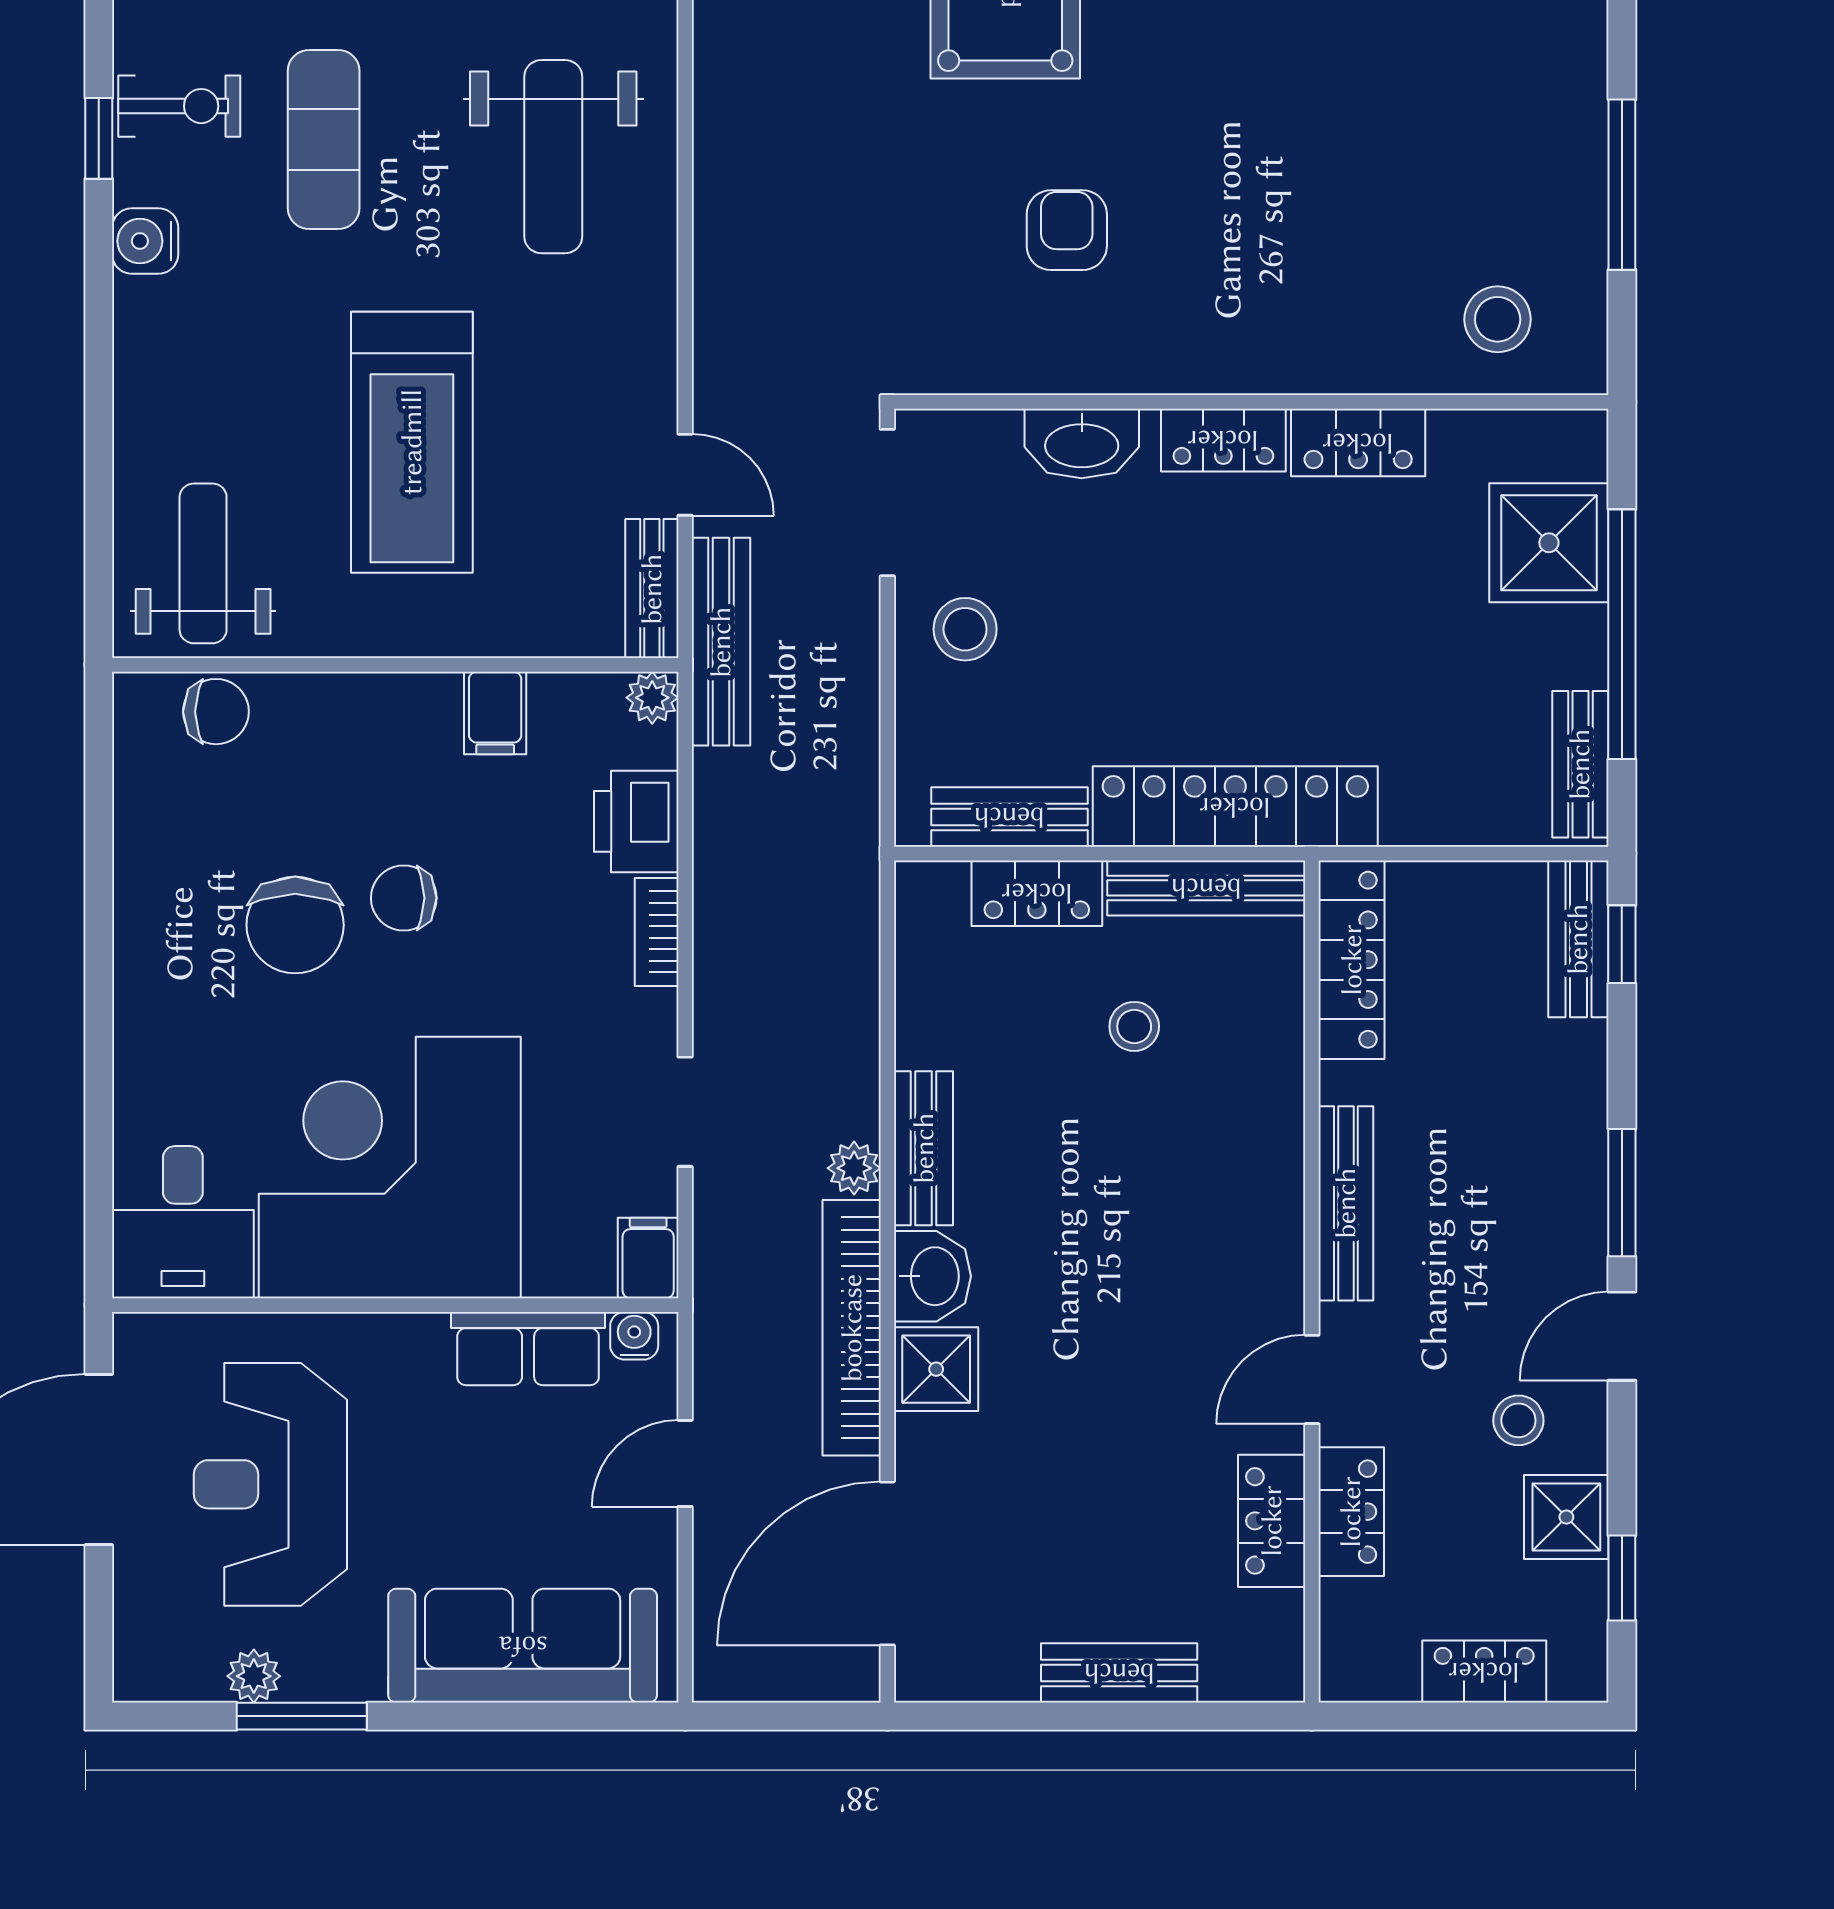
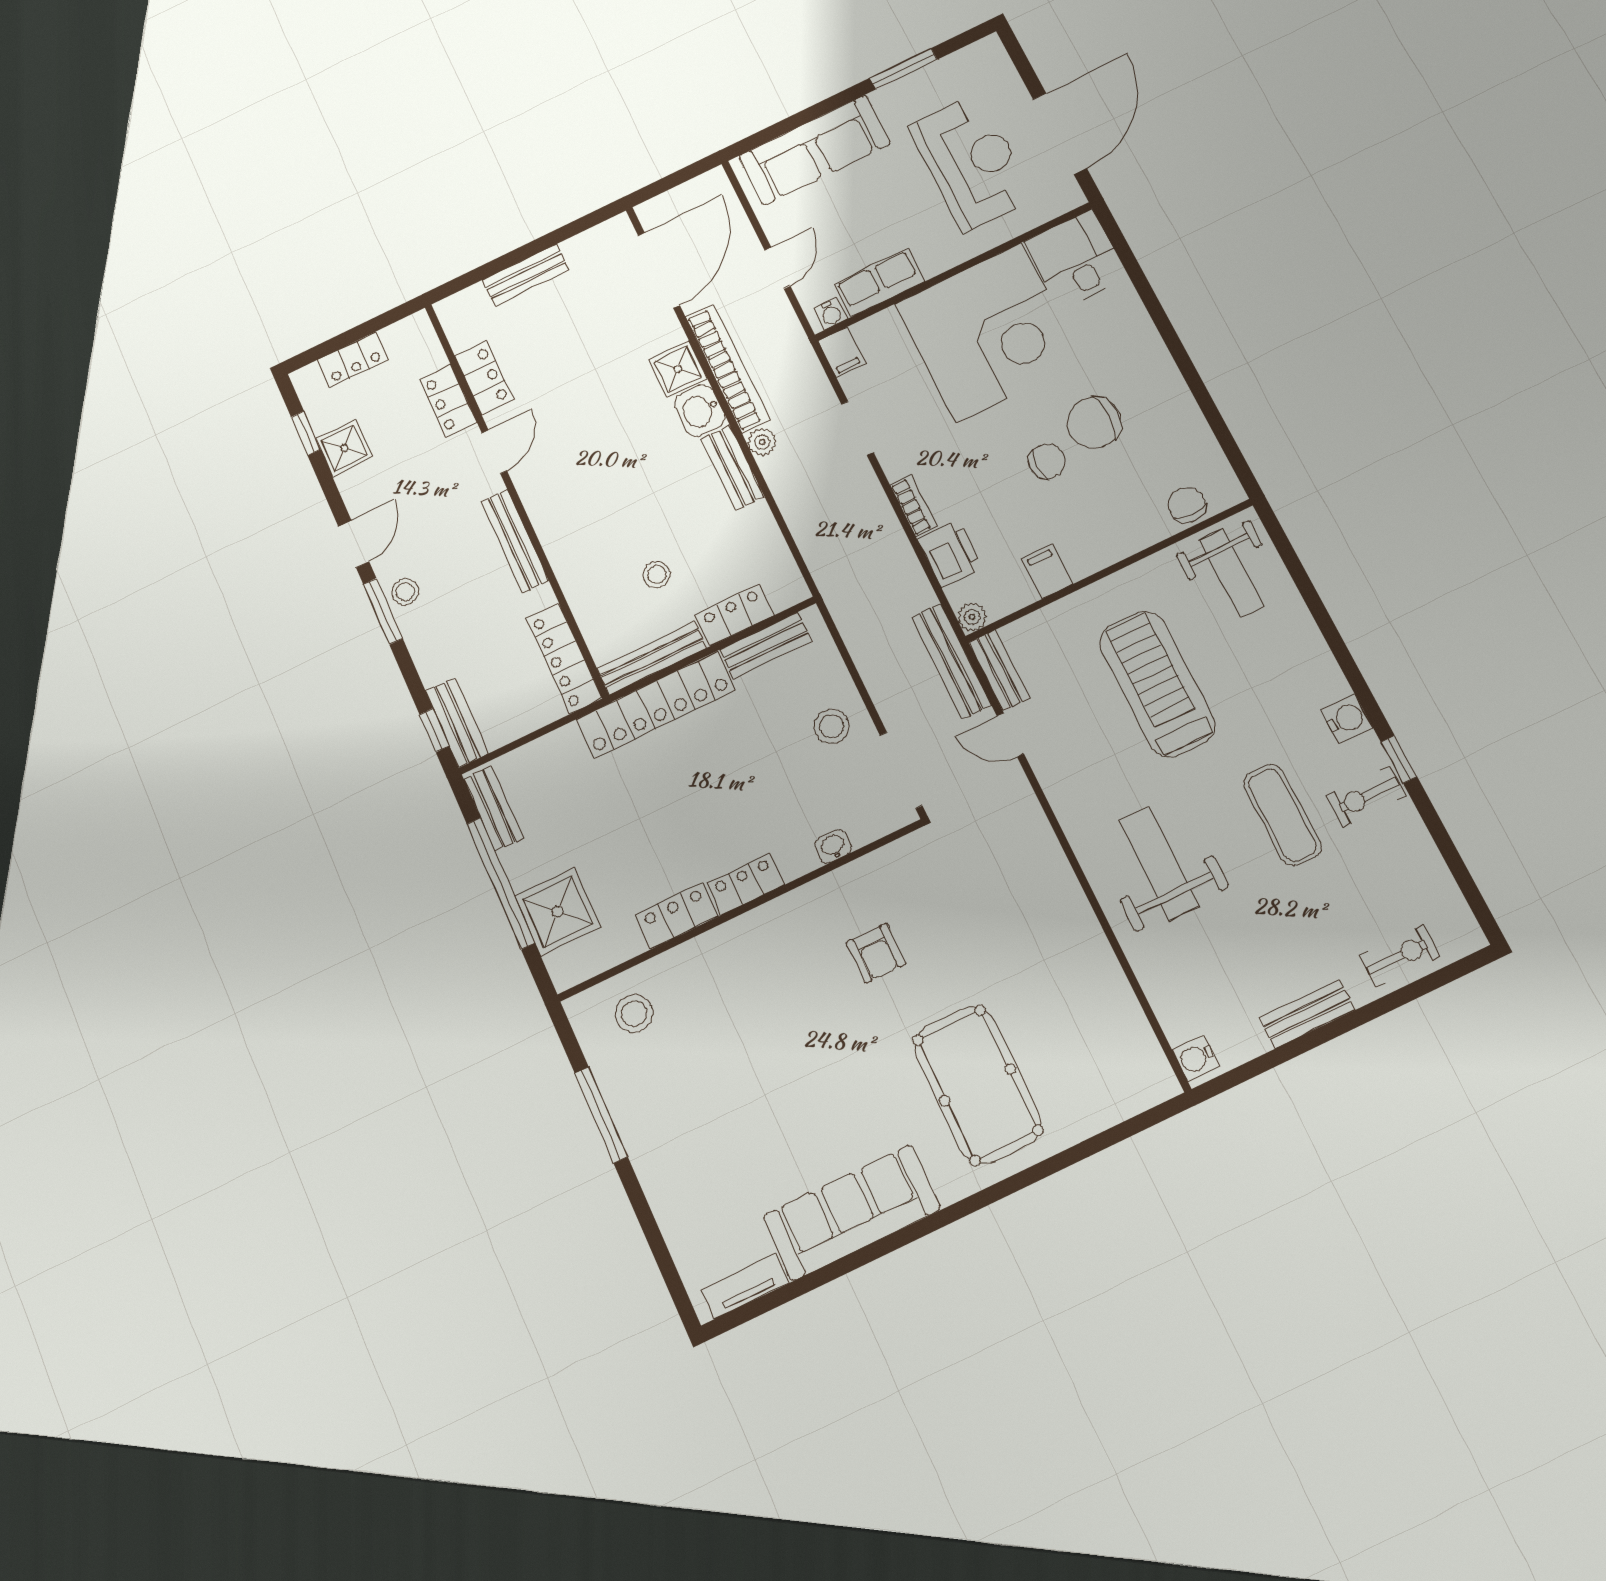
washbasin: (1082, 444) -> (833, 846), width x0.52, depth x0.69
chair: (216, 712) -> (1187, 505), turned 90
chair: (295, 925) -> (1094, 423), turned -90
stool: (1518, 1420) -> (405, 592), moved
plant: (254, 1676) -> (935, 75), removed

